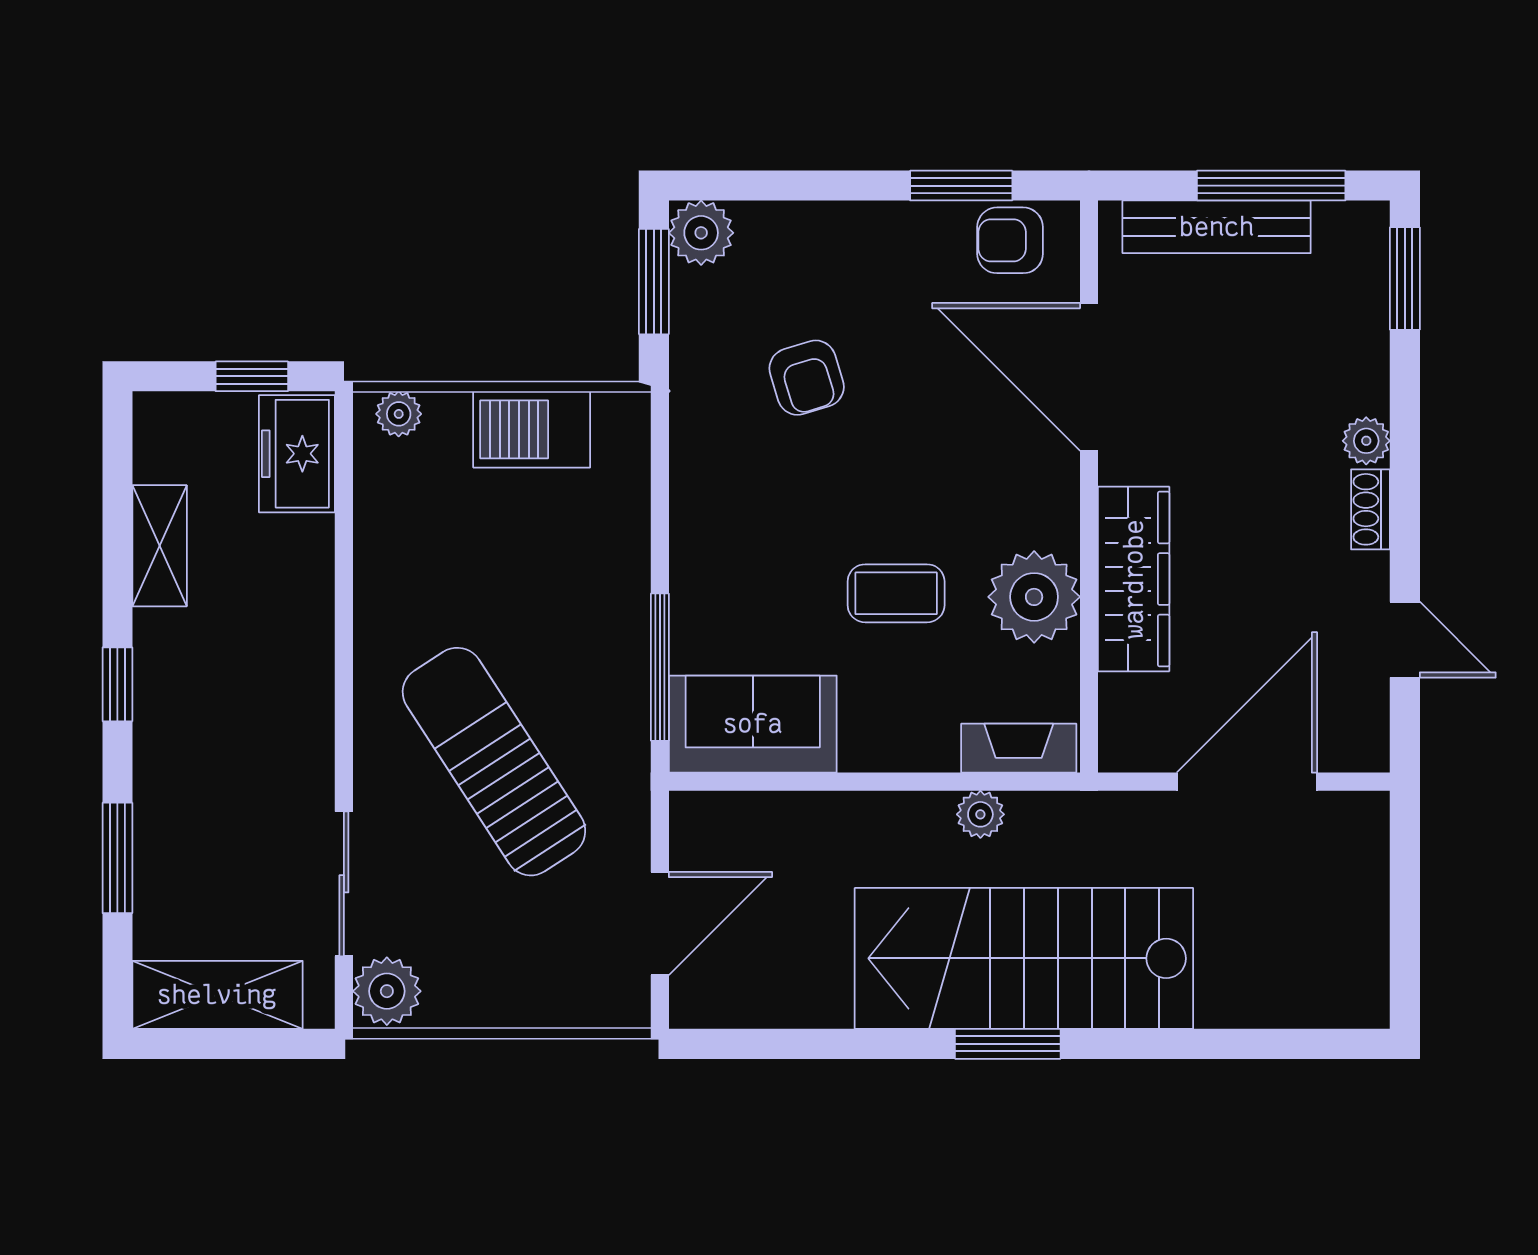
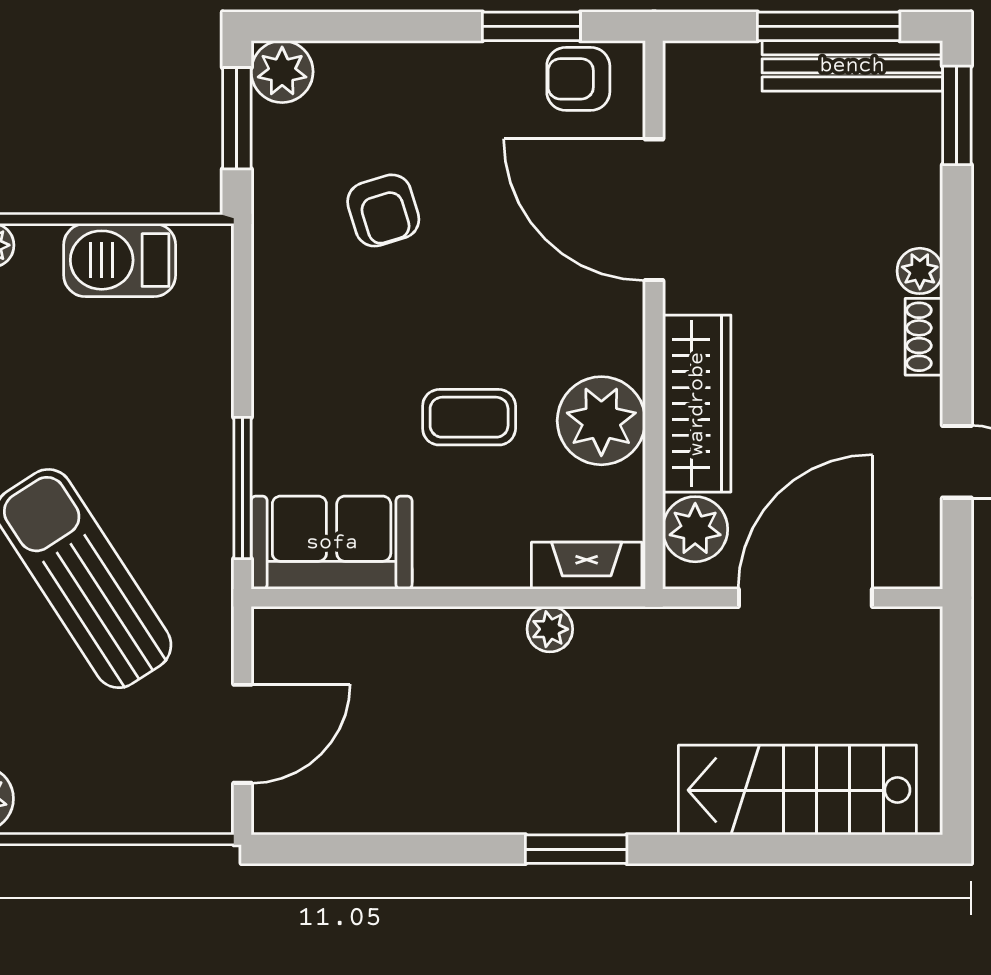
bench: (1217, 227) -> (852, 66), moved
plant: (1132, 710) -> (695, 529), added
stairs: (1024, 958) -> (797, 790), moved, width x0.73, depth x0.66

